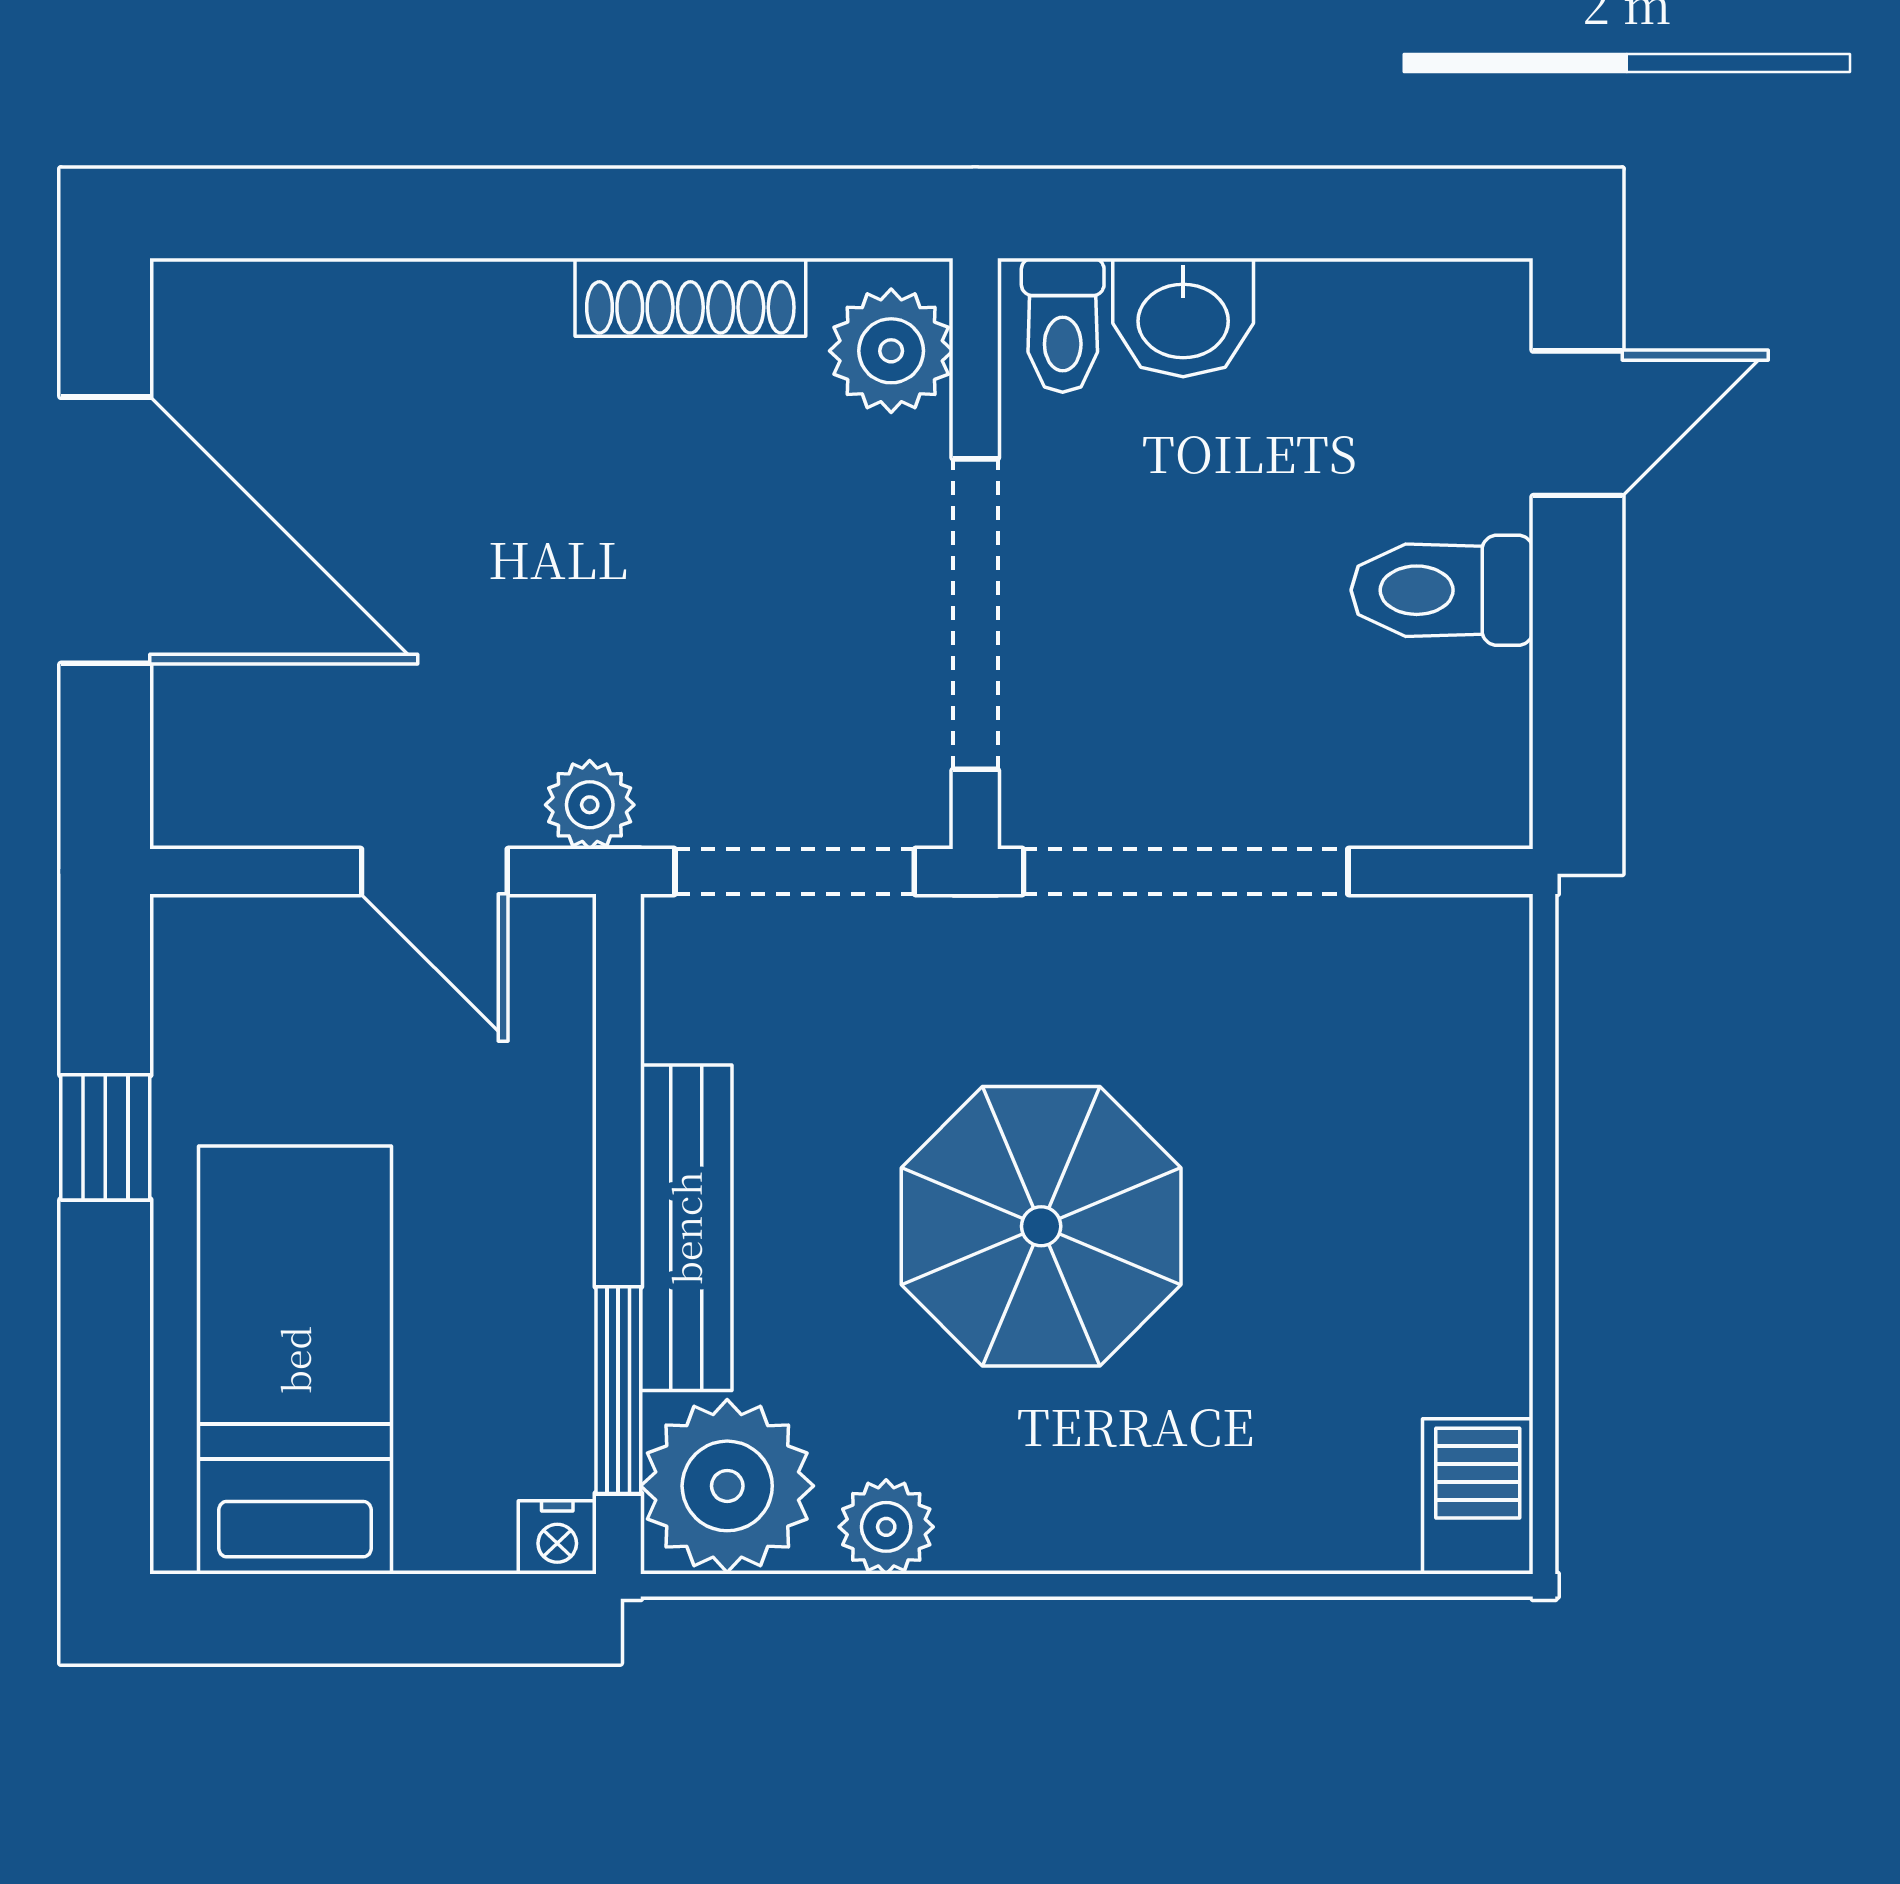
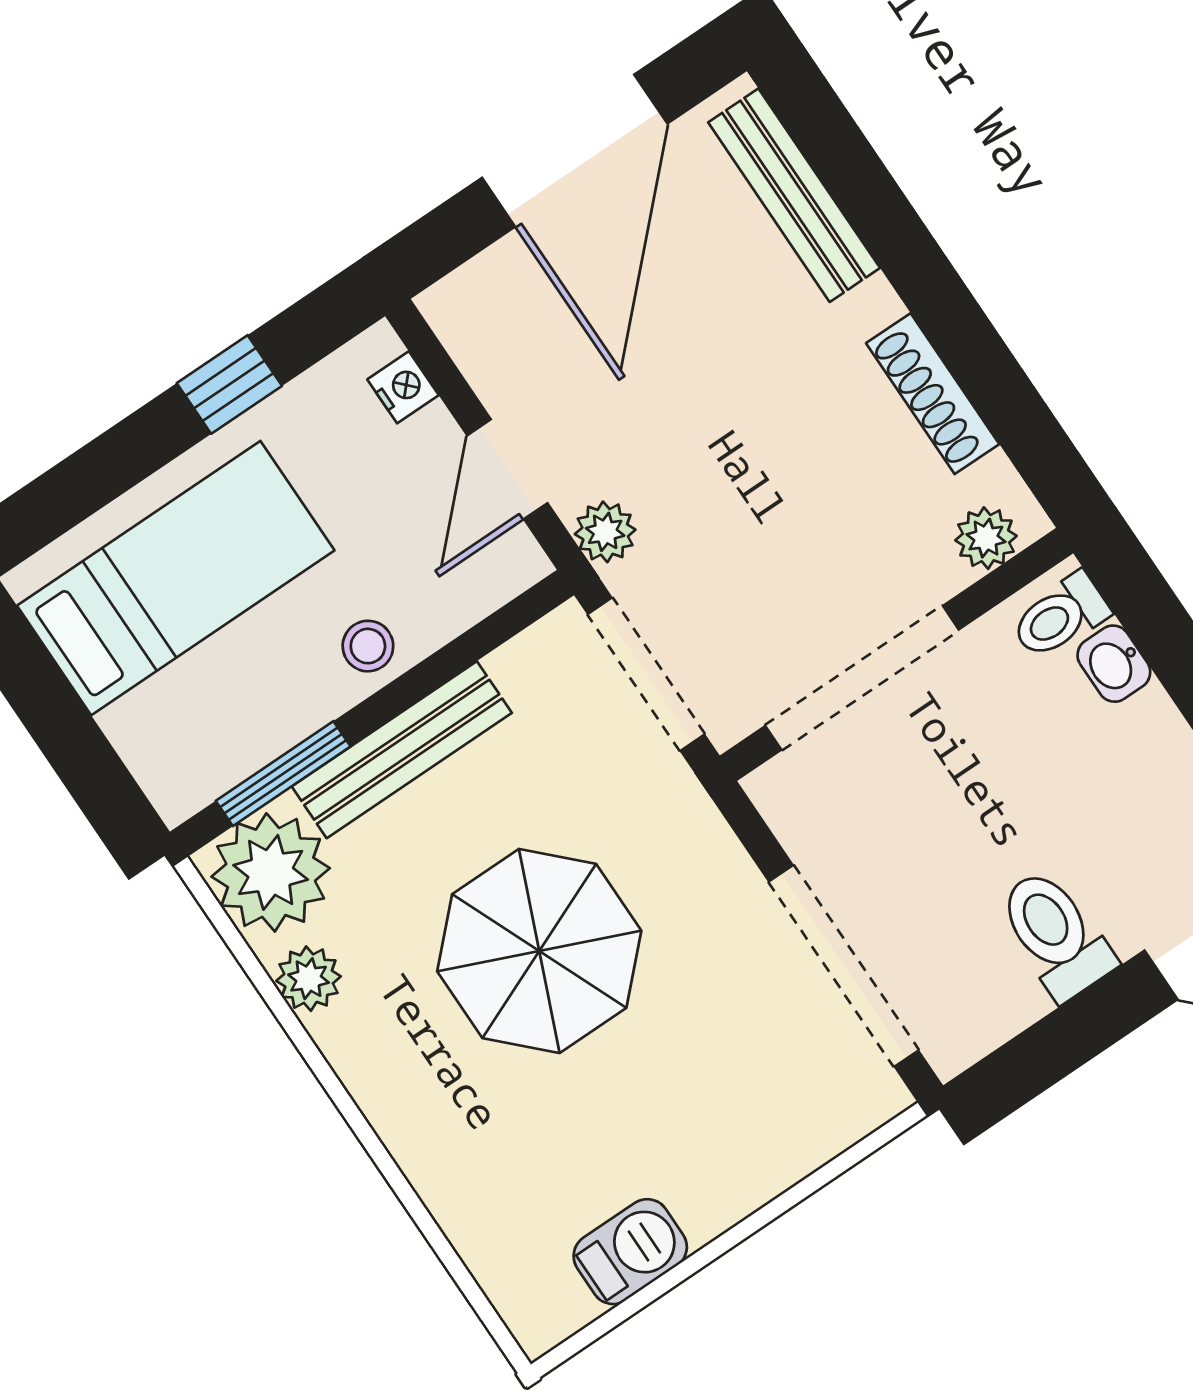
bench: (338, 302) -> (794, 195), added
washbasin: (1183, 317) -> (1114, 664), width x0.72, depth x0.69
plant: (891, 351) -> (986, 538), width x0.73, depth x0.73
doorway: (1186, 871) -> (844, 966), moved
stool: (534, 1184) -> (368, 646), added
barbecue: (1478, 1496) -> (630, 1252), moved
nightstand: (557, 1537) -> (403, 387), moved, turned 180

